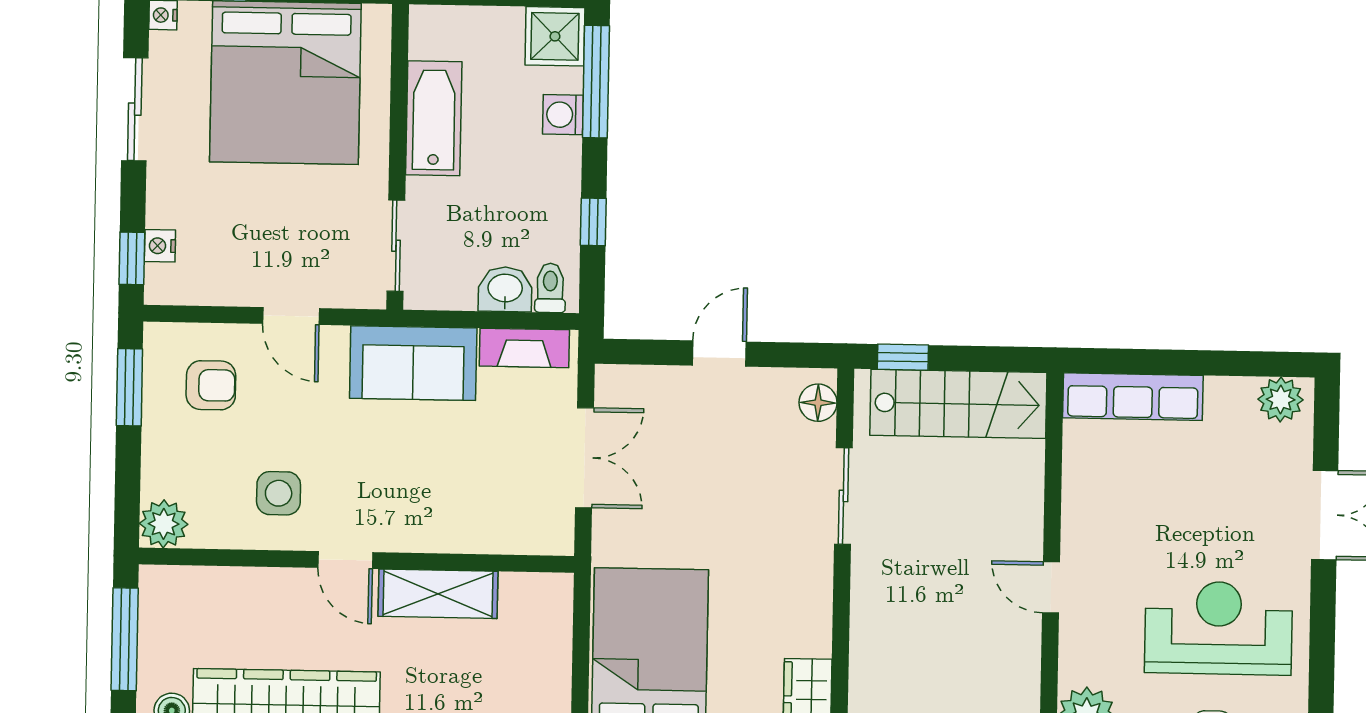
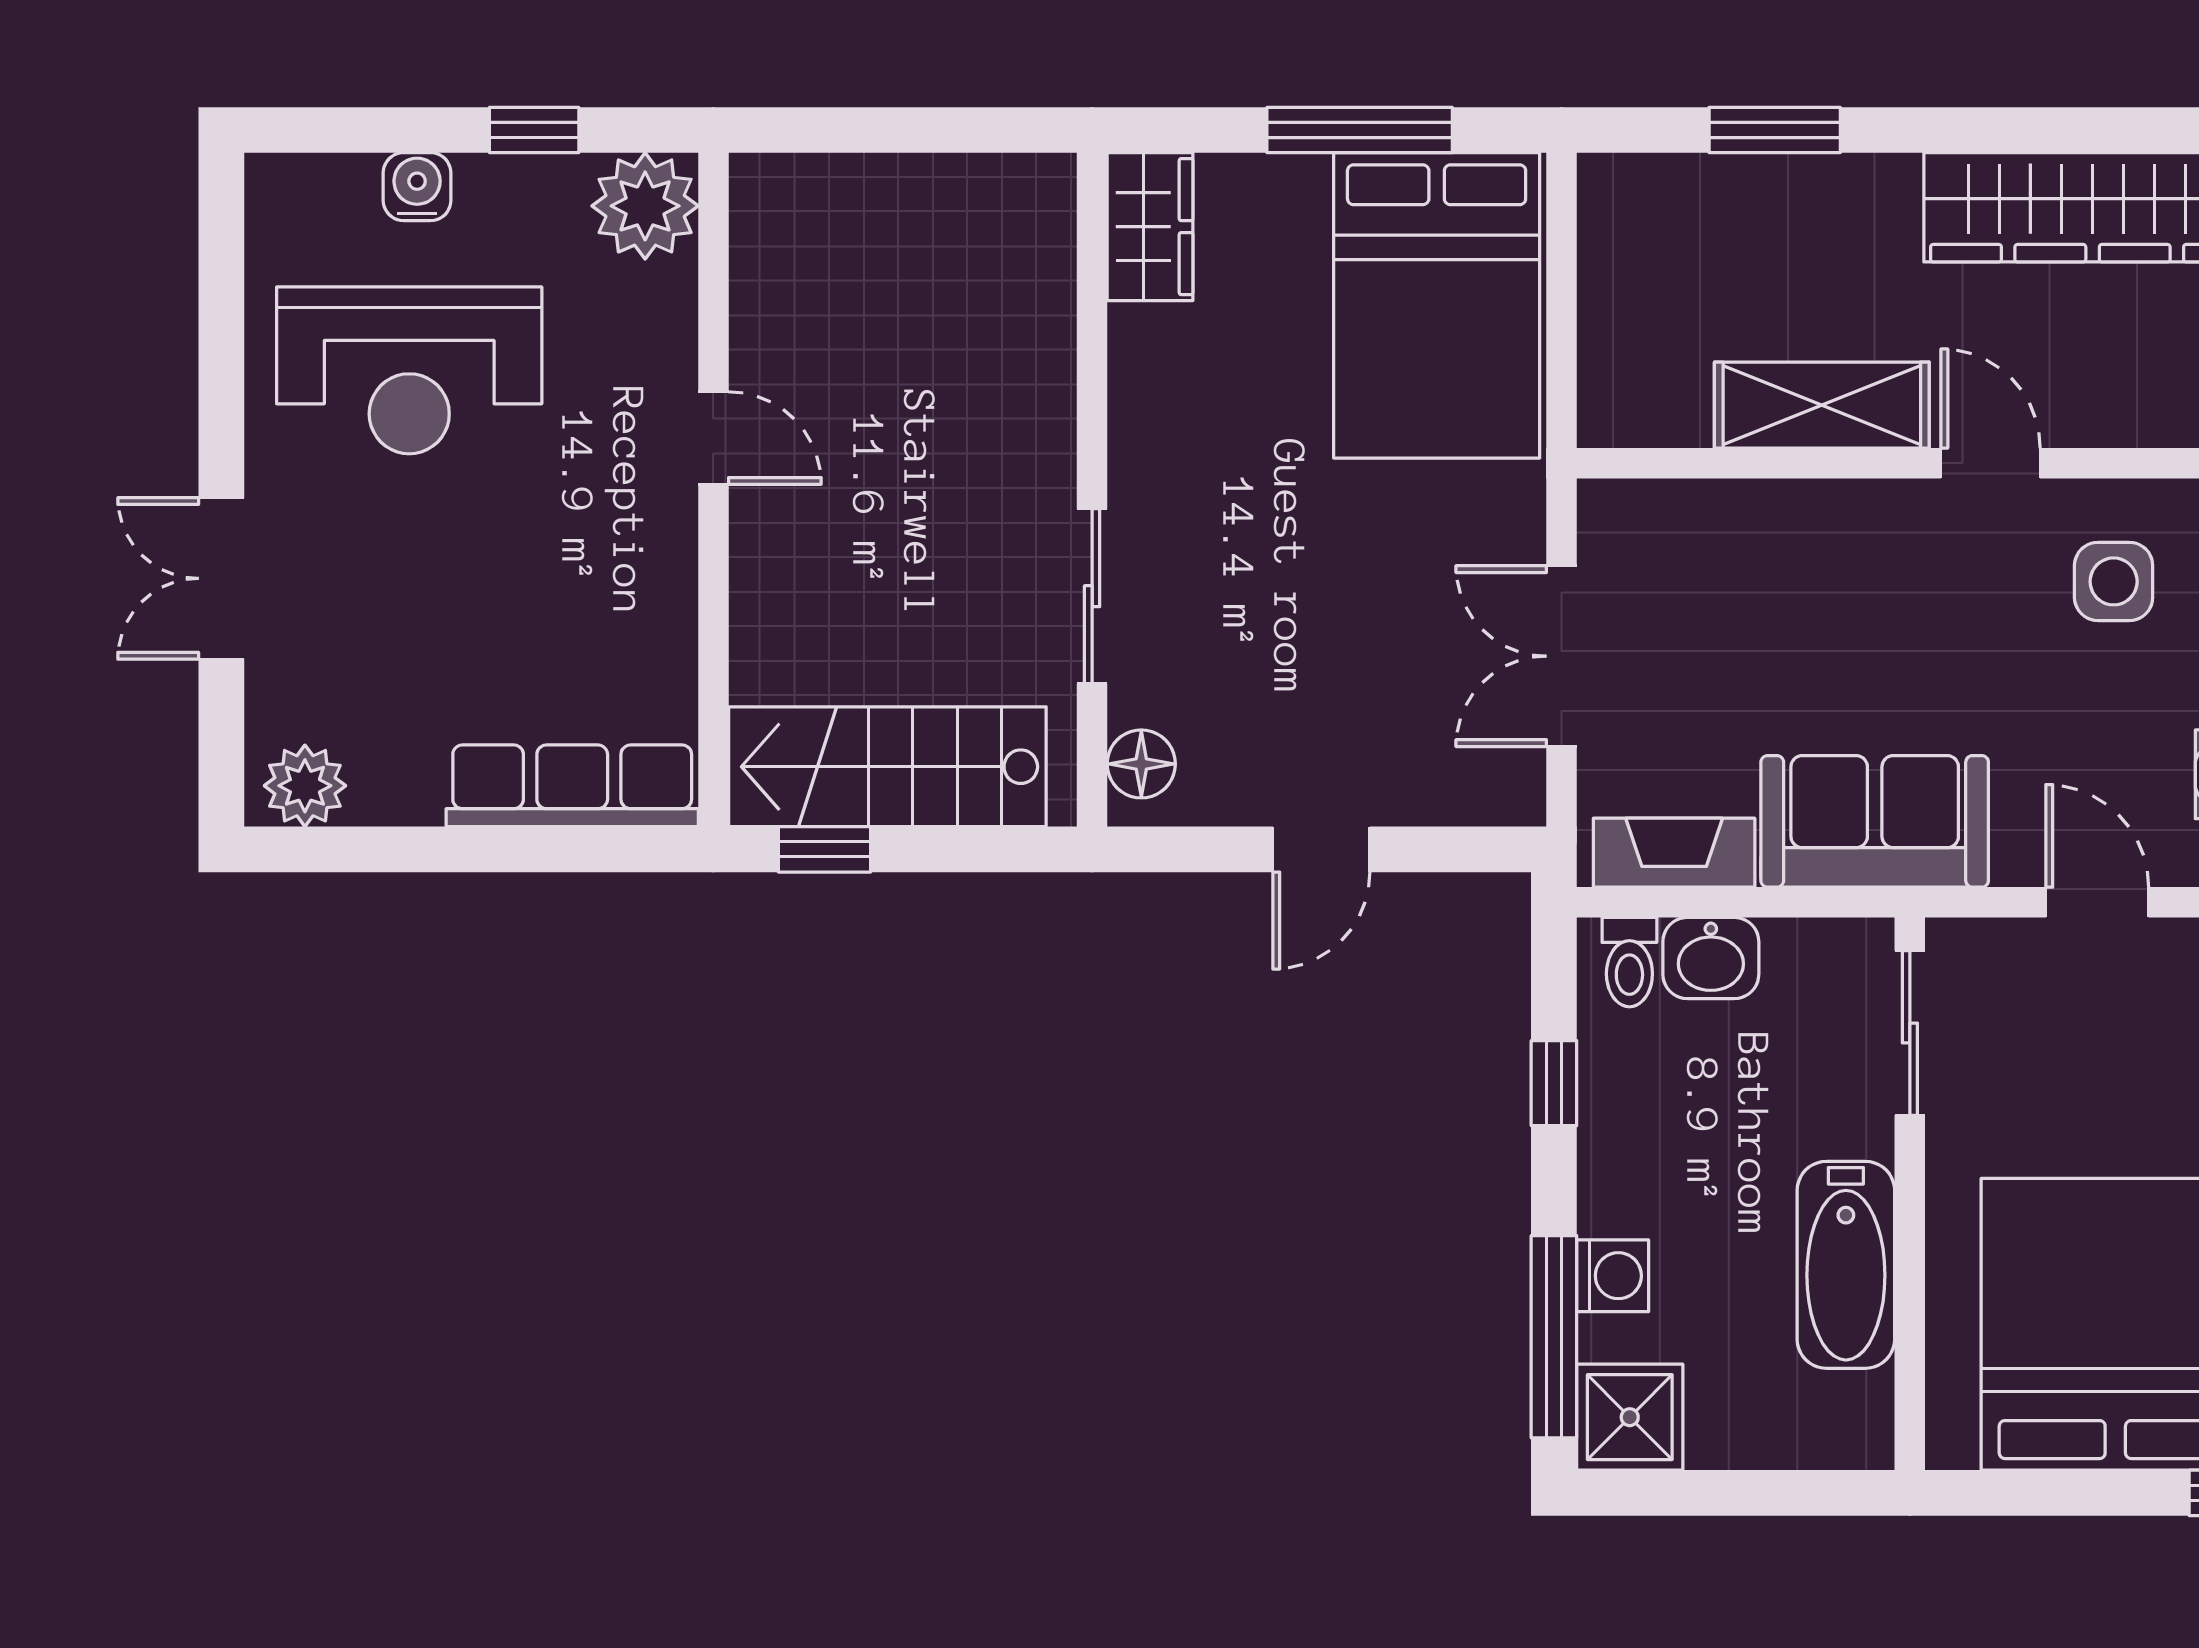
window: (903, 357) -> (825, 849), moved

